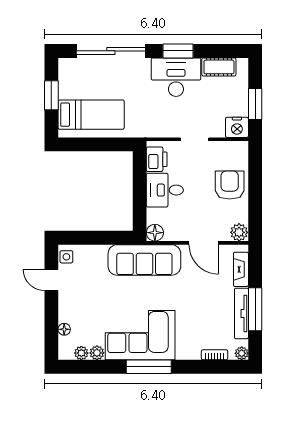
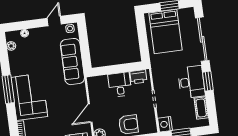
bed: (91, 115) -> (165, 32), width x1.50
floor lamp: (155, 233) -> (92, 82), removed
sofa: (144, 260) -> (72, 62), moved
corner sofa: (140, 335) -> (29, 97), moved
plant: (97, 353) -> (13, 56), removed

